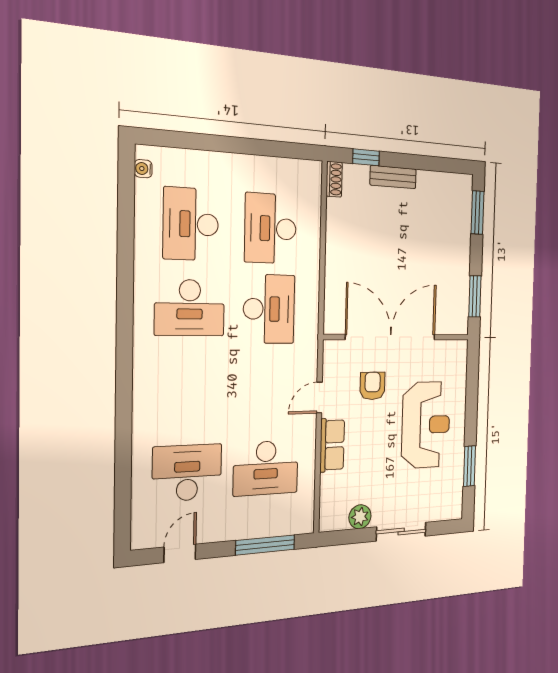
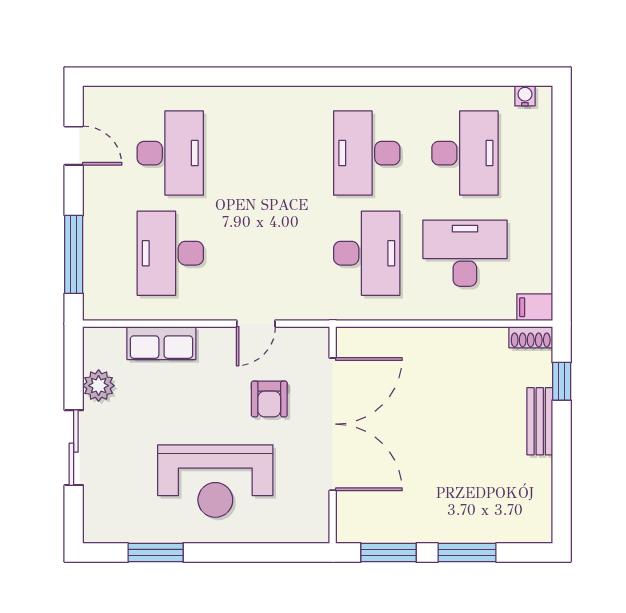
filing cabinet: (312, 174) -> (535, 307), added
window: (478, 213) -> (467, 552), moved
desk: (191, 224) -> (465, 153), turned 90
desk: (269, 309) -> (367, 253), turned -90
armchair: (372, 386) -> (269, 399), turned 90
door: (319, 398) -> (256, 324), swing flipped
row of seats: (332, 445) -> (161, 343), moved

